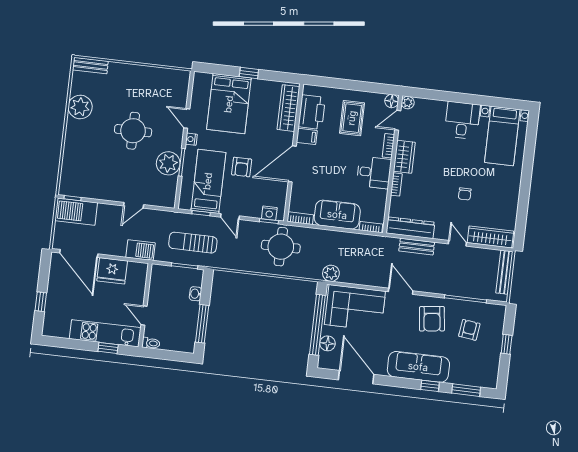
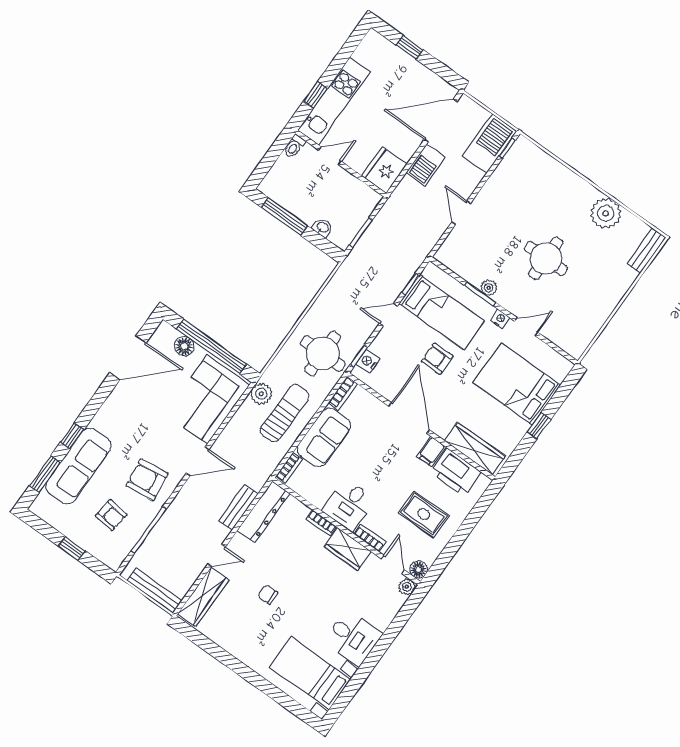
plant: (168, 163) -> (489, 288), width x0.53, depth x0.53
sun lounger: (193, 243) -> (285, 413), moved
barbecue: (140, 250) -> (426, 165), moved
fridge: (112, 271) -> (384, 170), moved
sofa: (418, 367) -> (78, 466), moved

